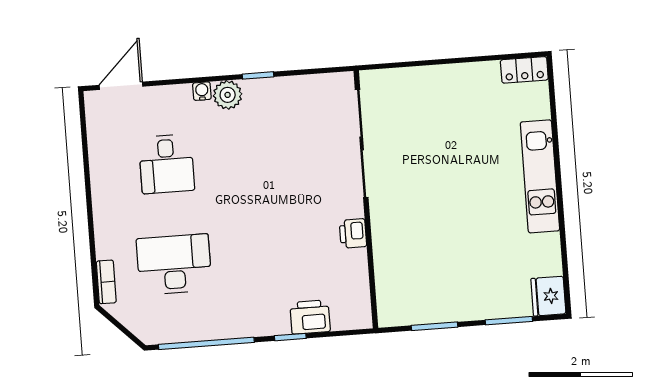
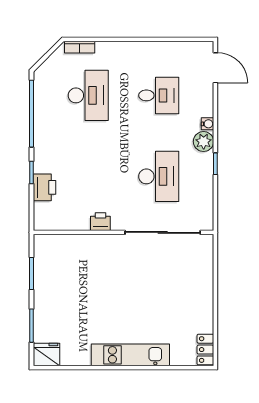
desk: (282, 155) -> (159, 176), added
desk: (167, 164) -> (159, 95), turned 180

